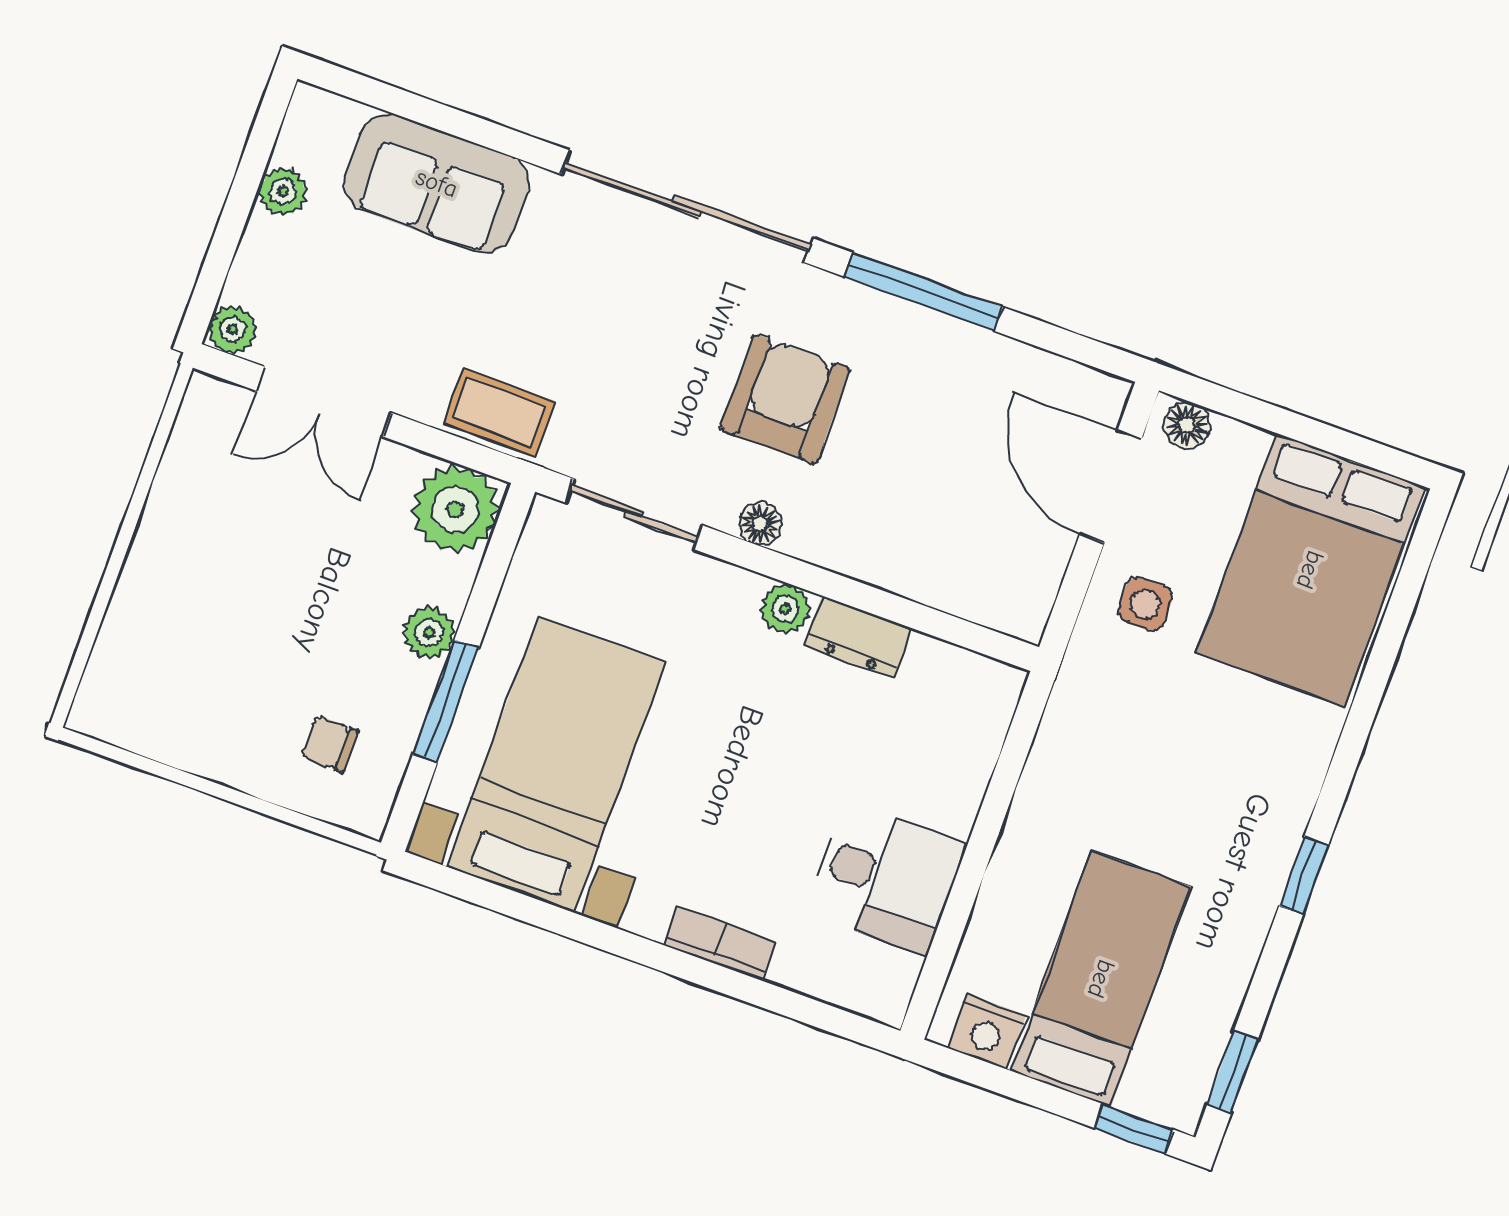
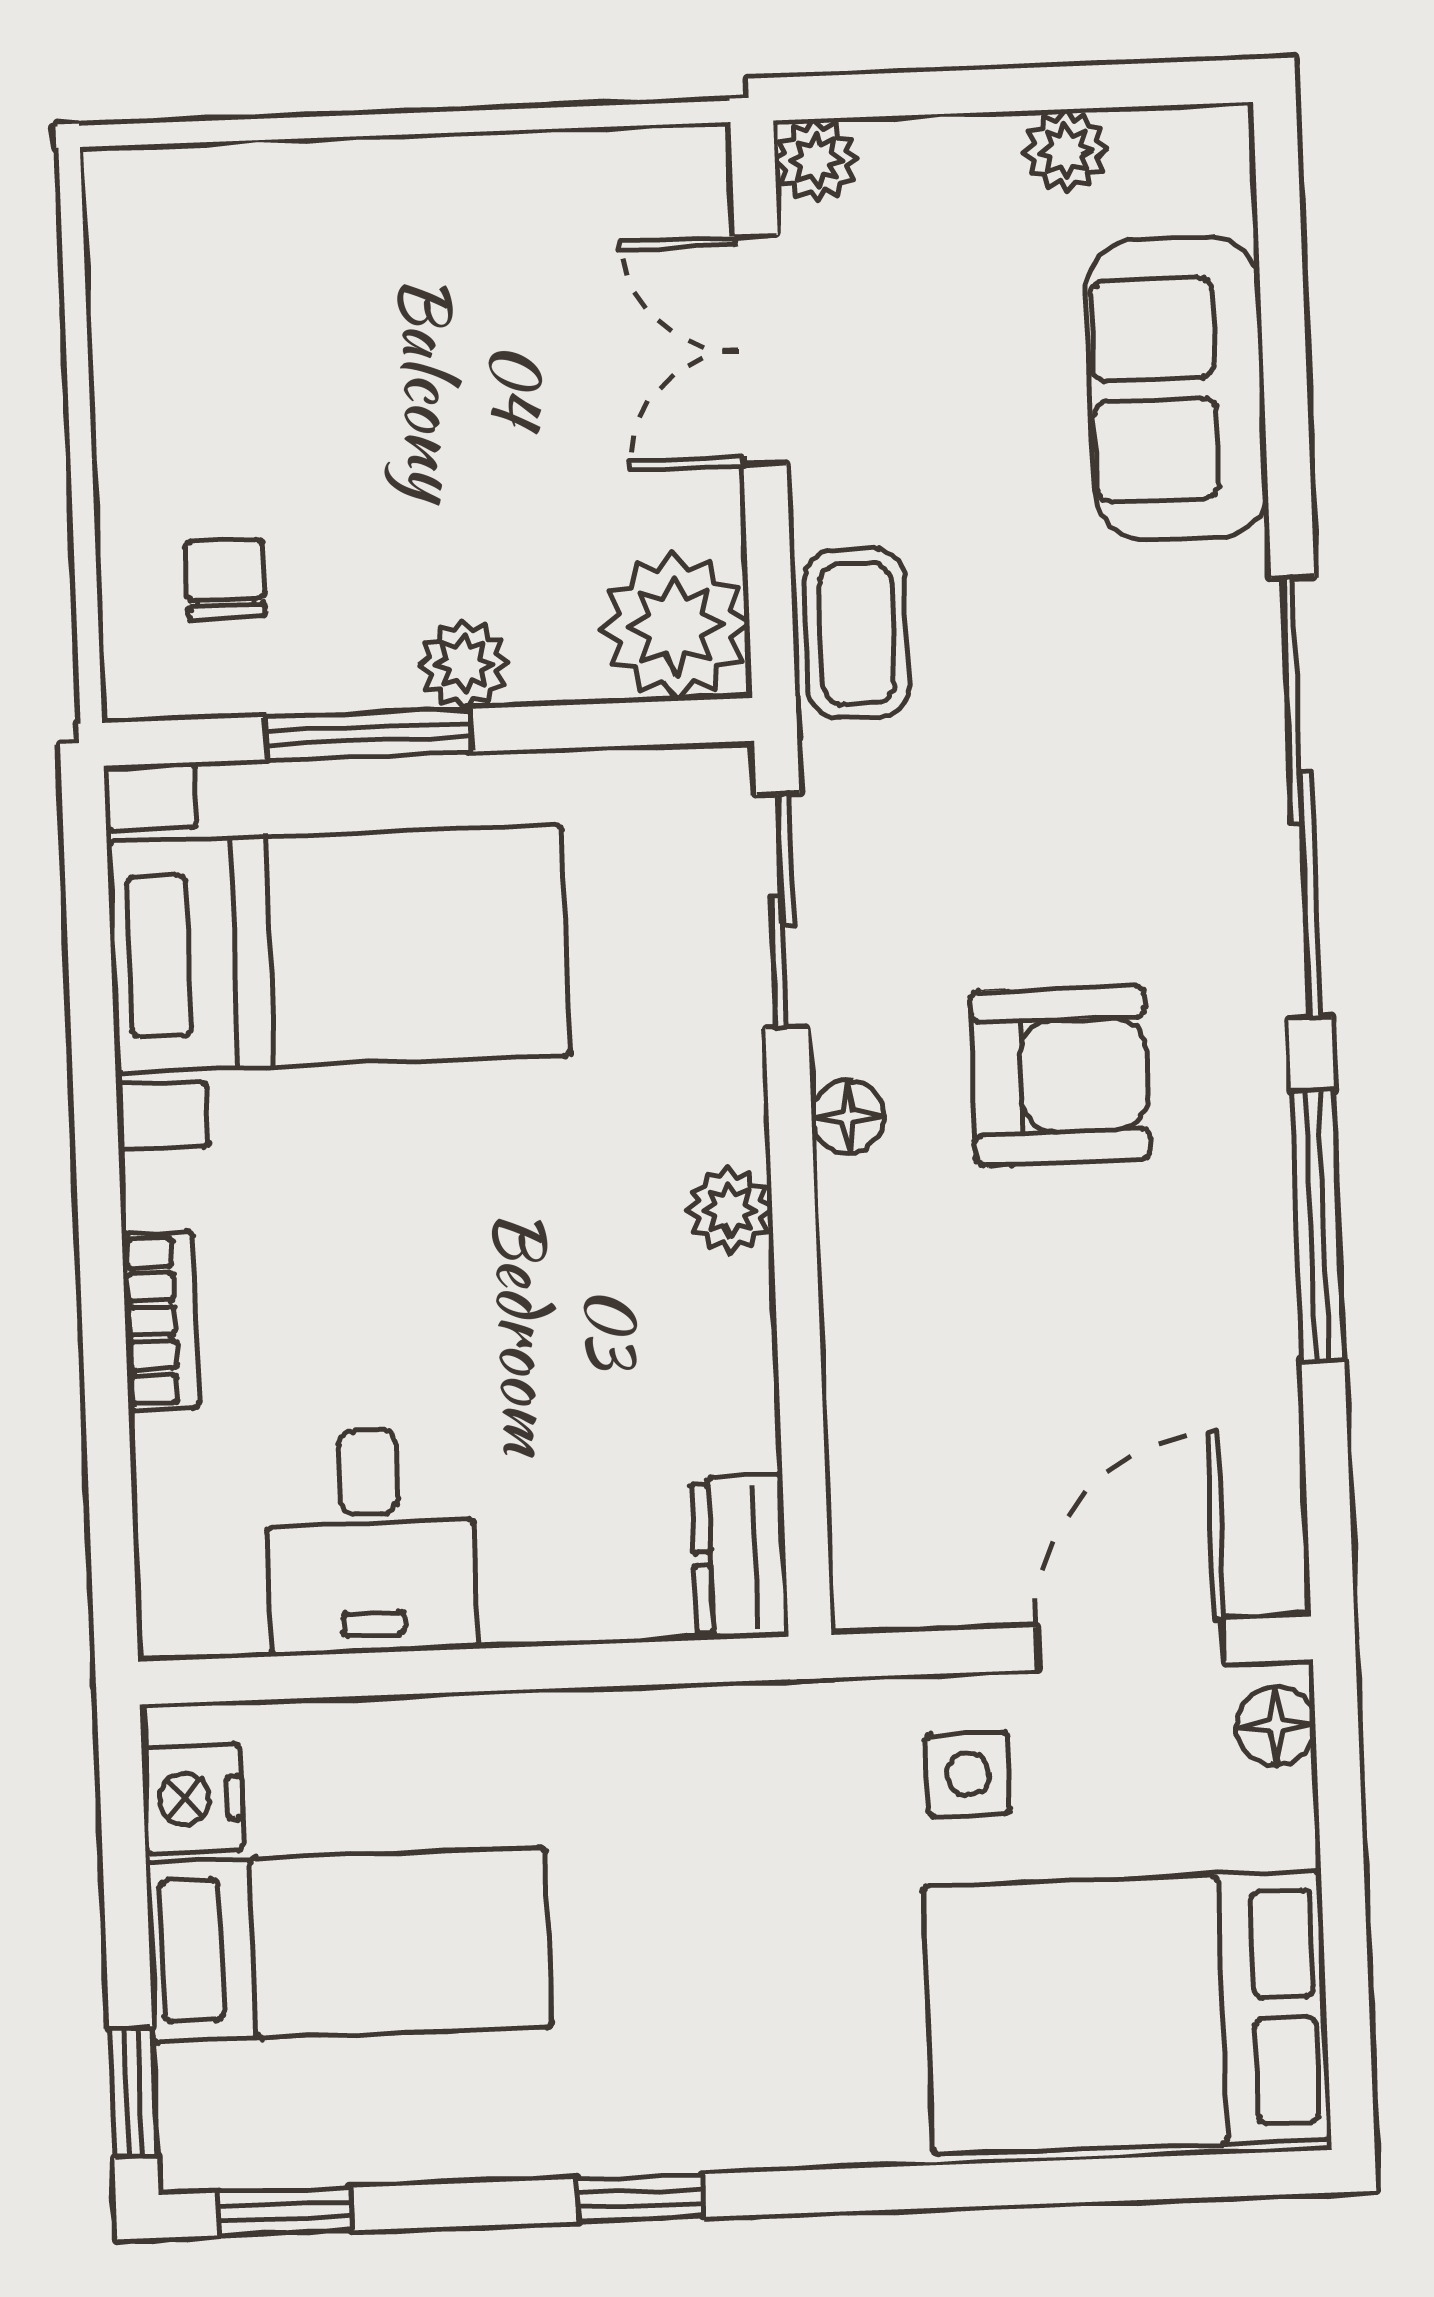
dresser: (858, 637) -> (740, 1557), moved

